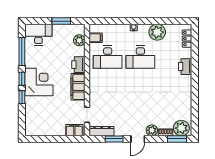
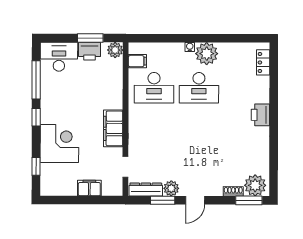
plant: (157, 32) -> (207, 54), moved
plant: (79, 40) -> (115, 50), moved
printer: (78, 65) -> (90, 51), moved, turned -90
printer: (185, 67) -> (260, 115), moved
corner desk: (39, 82) -> (59, 144), moved
window: (22, 97) -> (36, 166), moved
filing cabinet: (74, 130) -> (89, 188), moved
plant: (152, 130) -> (171, 188), moved

